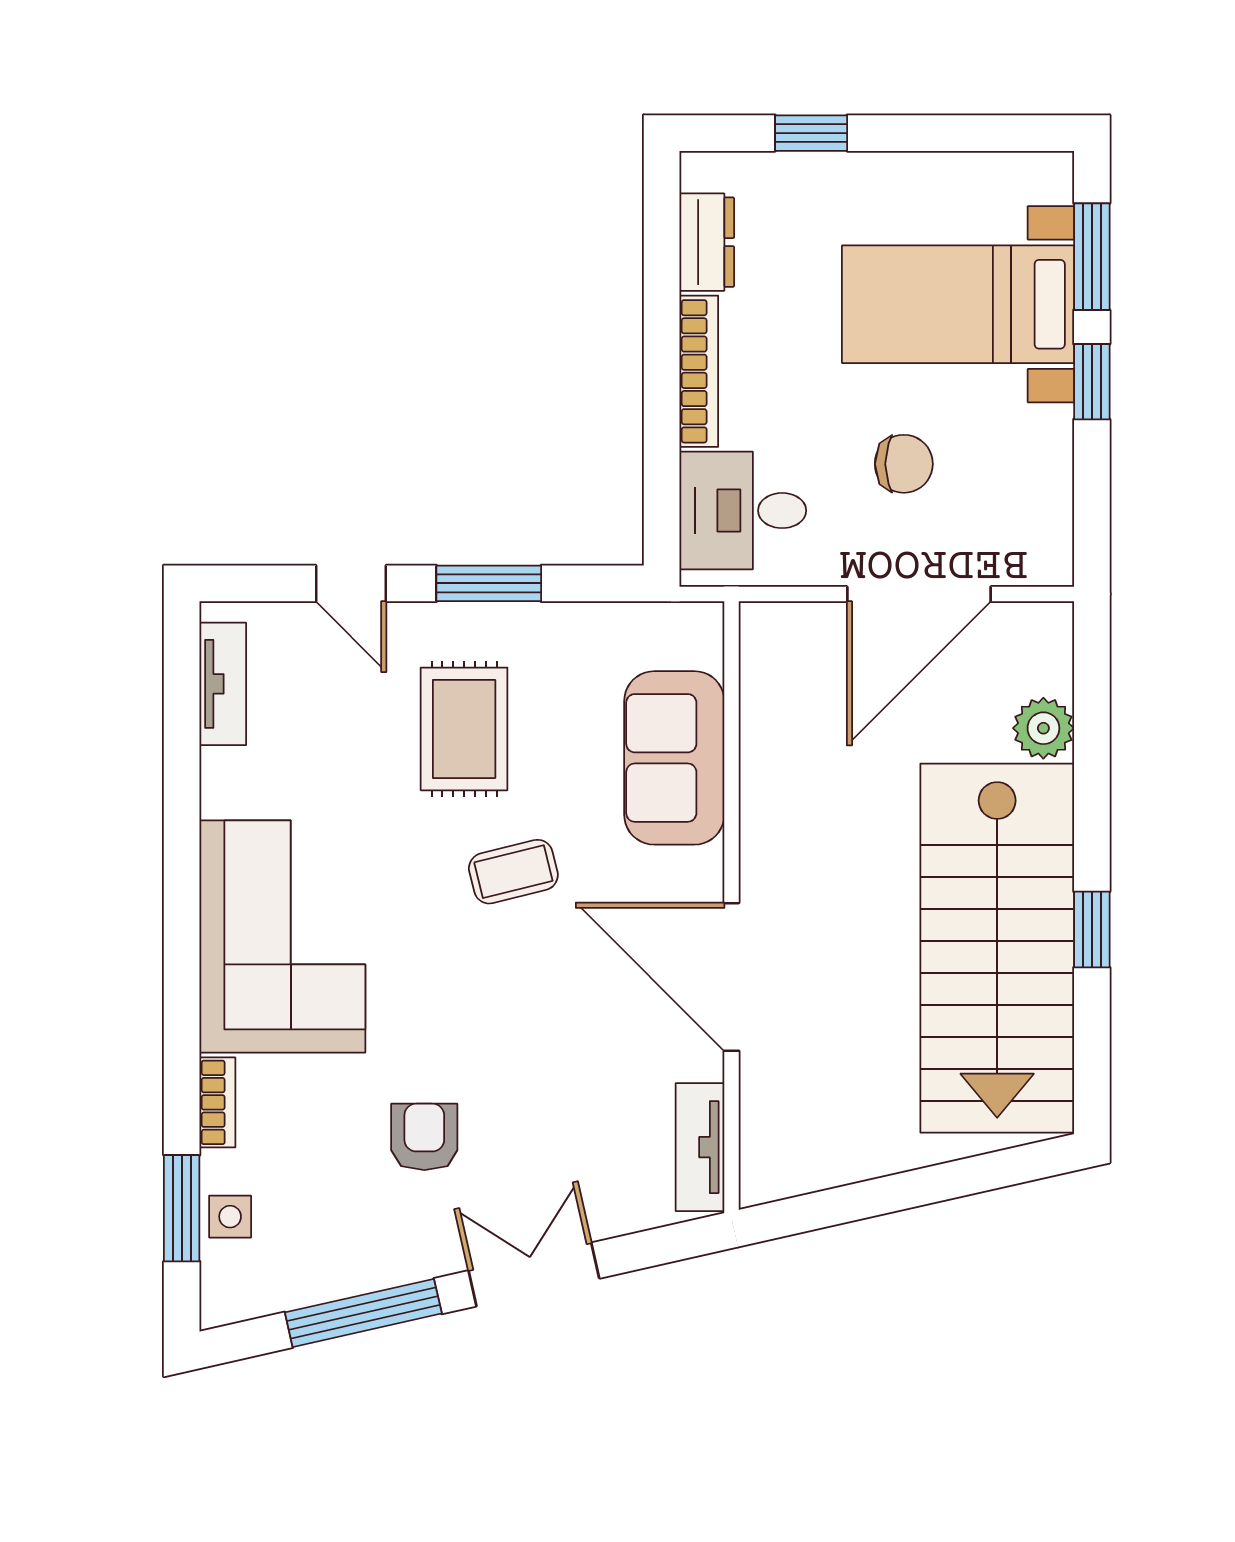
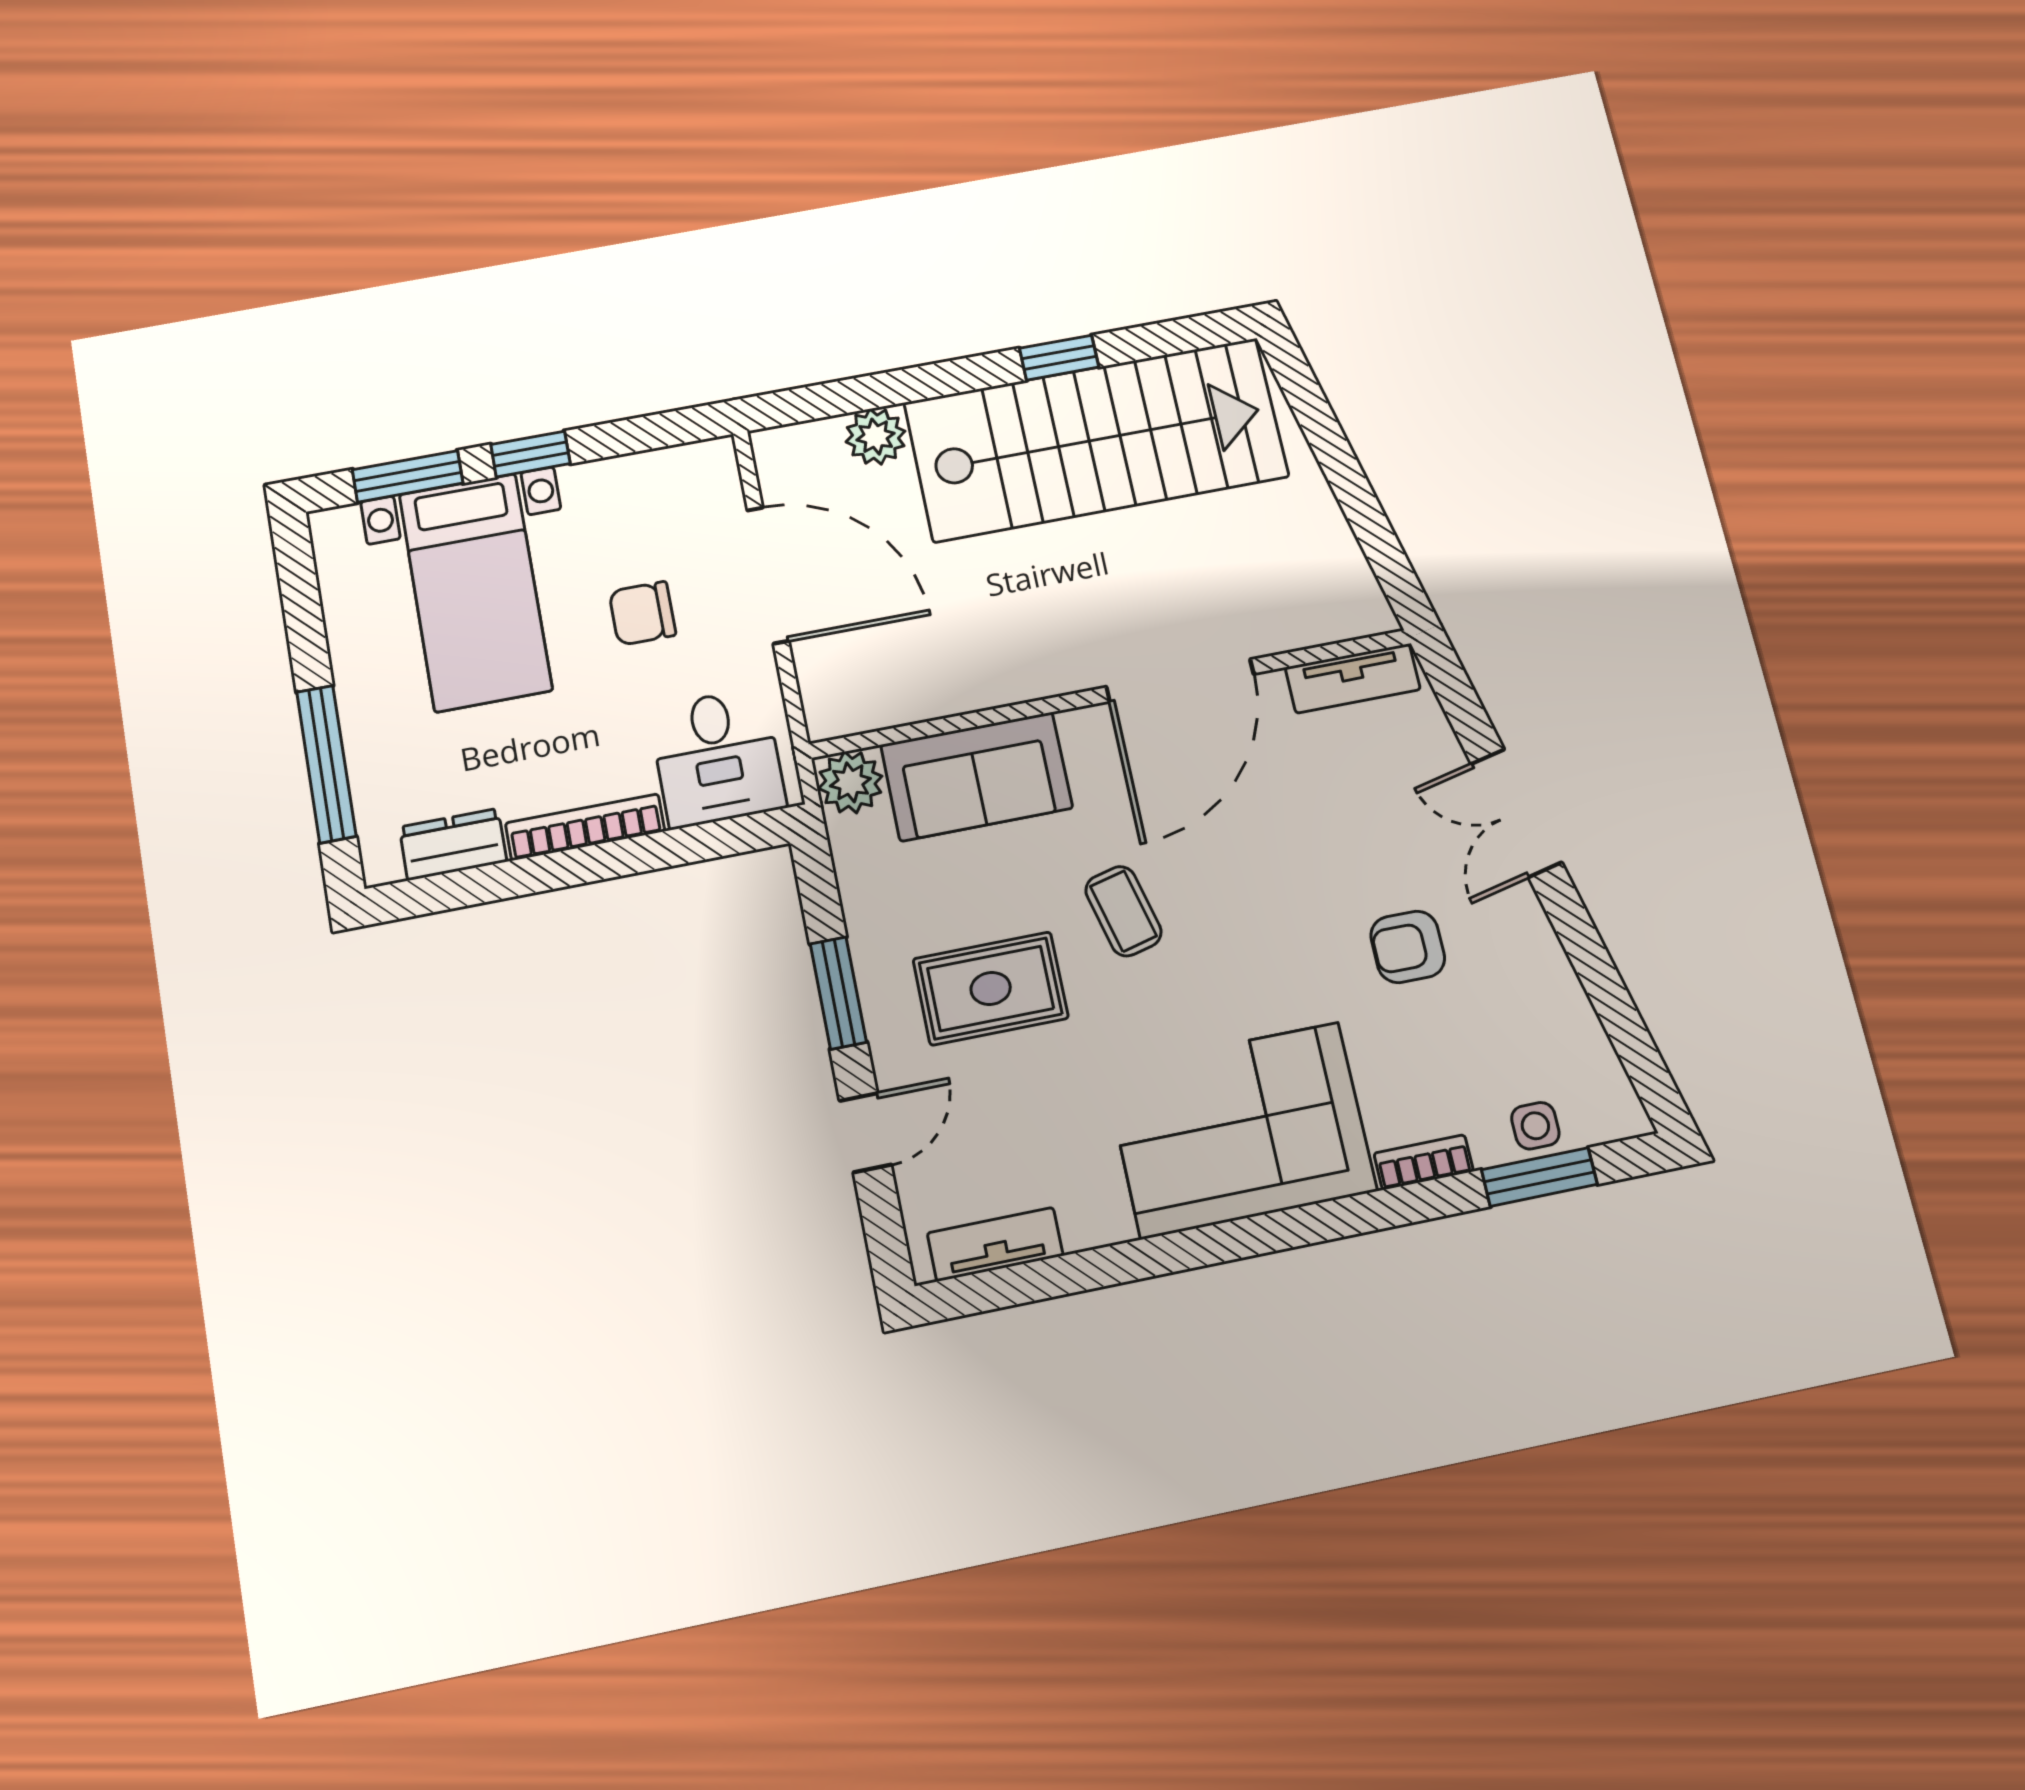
window: (811, 133) -> (326, 764), width x2.17
chair: (904, 464) -> (642, 613), turned -90
plant: (693, 635) -> (850, 782), added
window: (363, 1313) -> (1597, 972), removed

